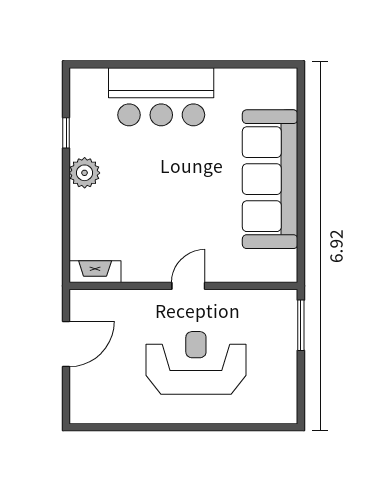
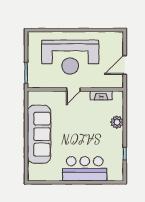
plant: (85, 173) -> (117, 122), moved
fireplace: (95, 272) -> (101, 95), moved
reception desk: (196, 363) -> (70, 57), width x1.36, depth x1.30

